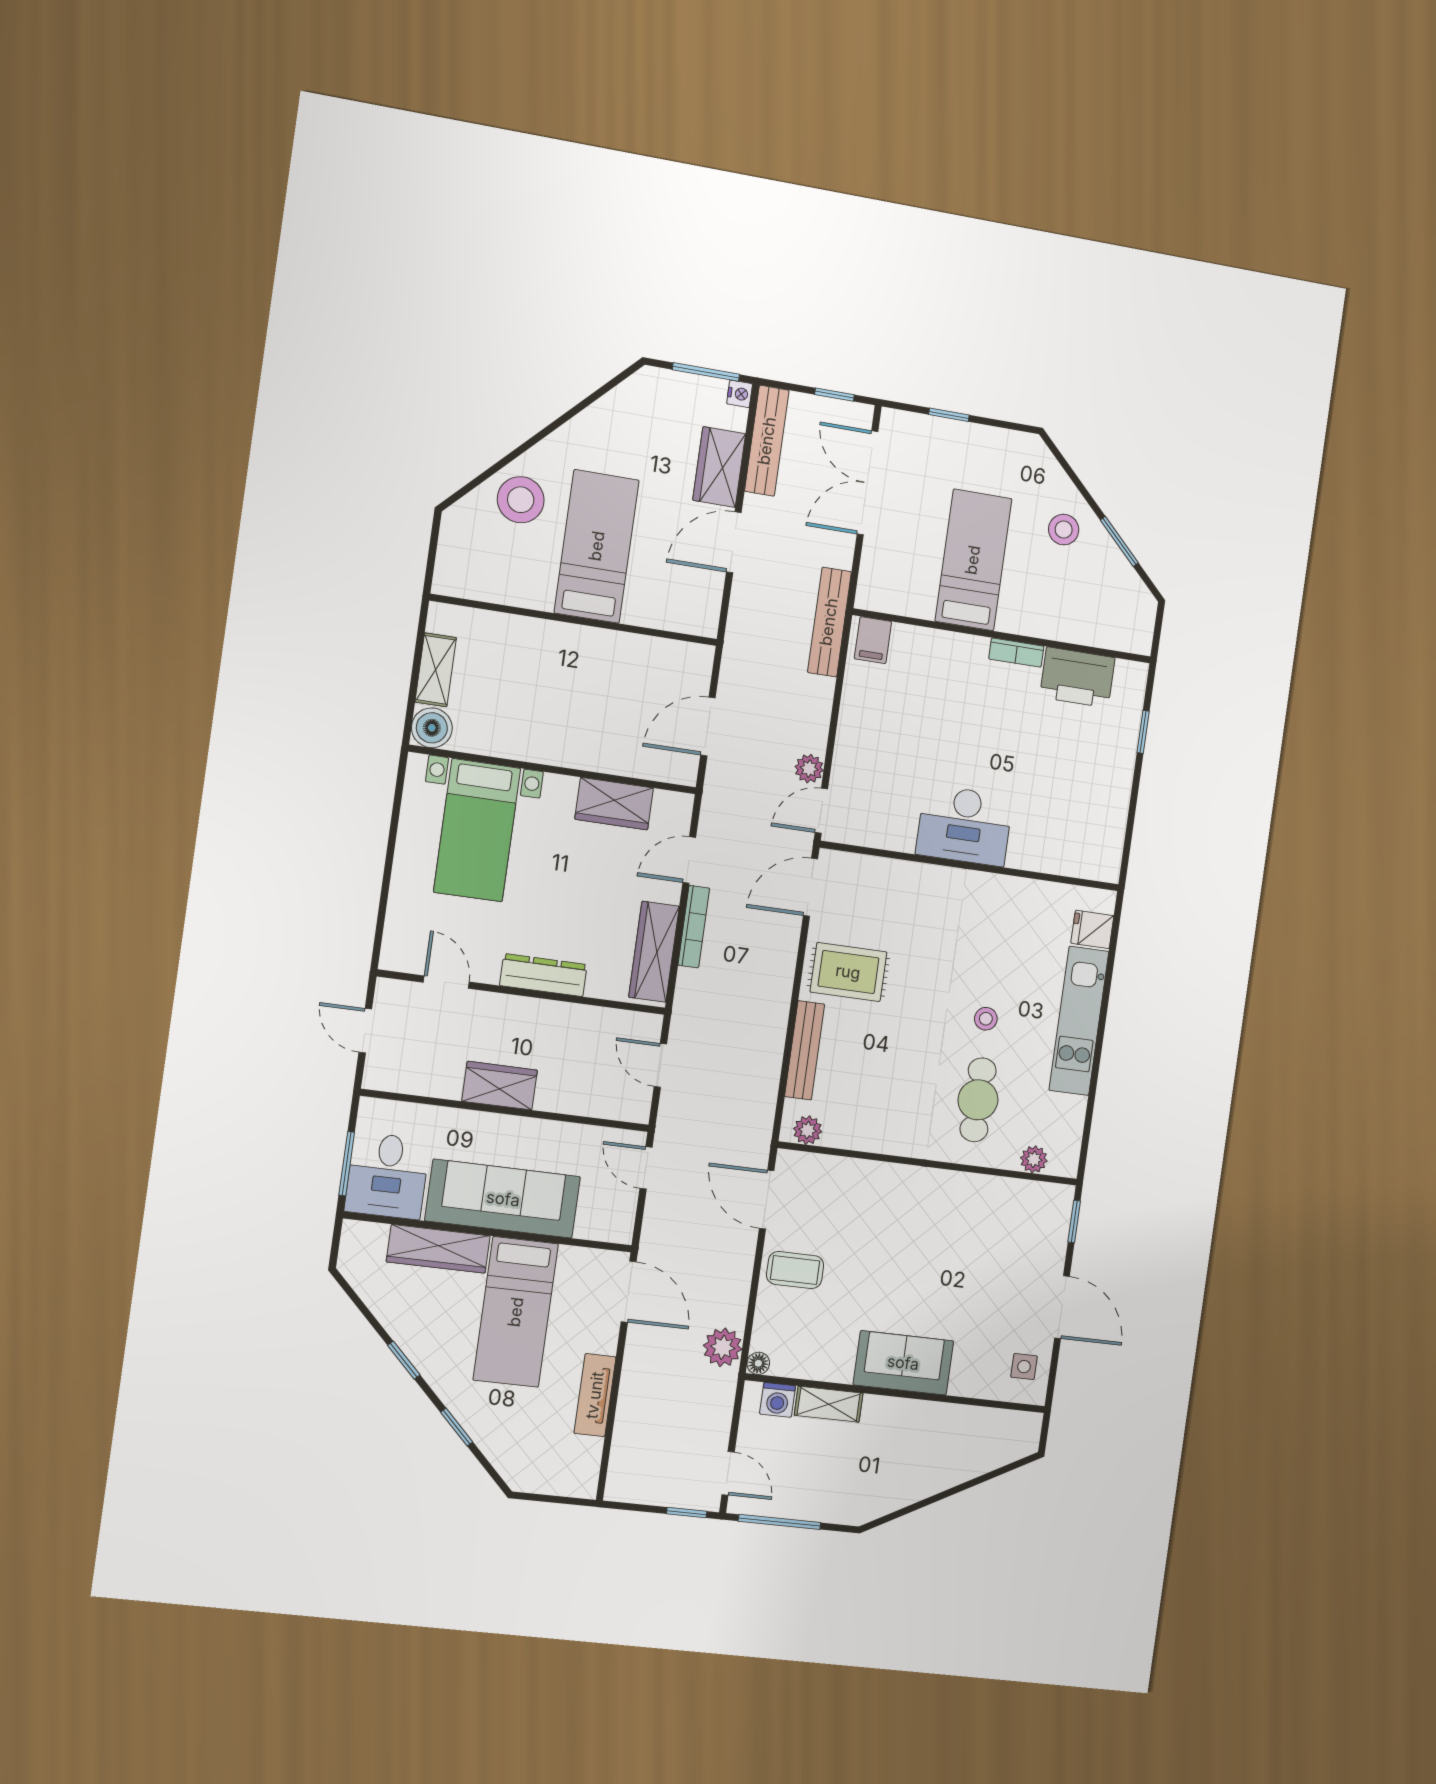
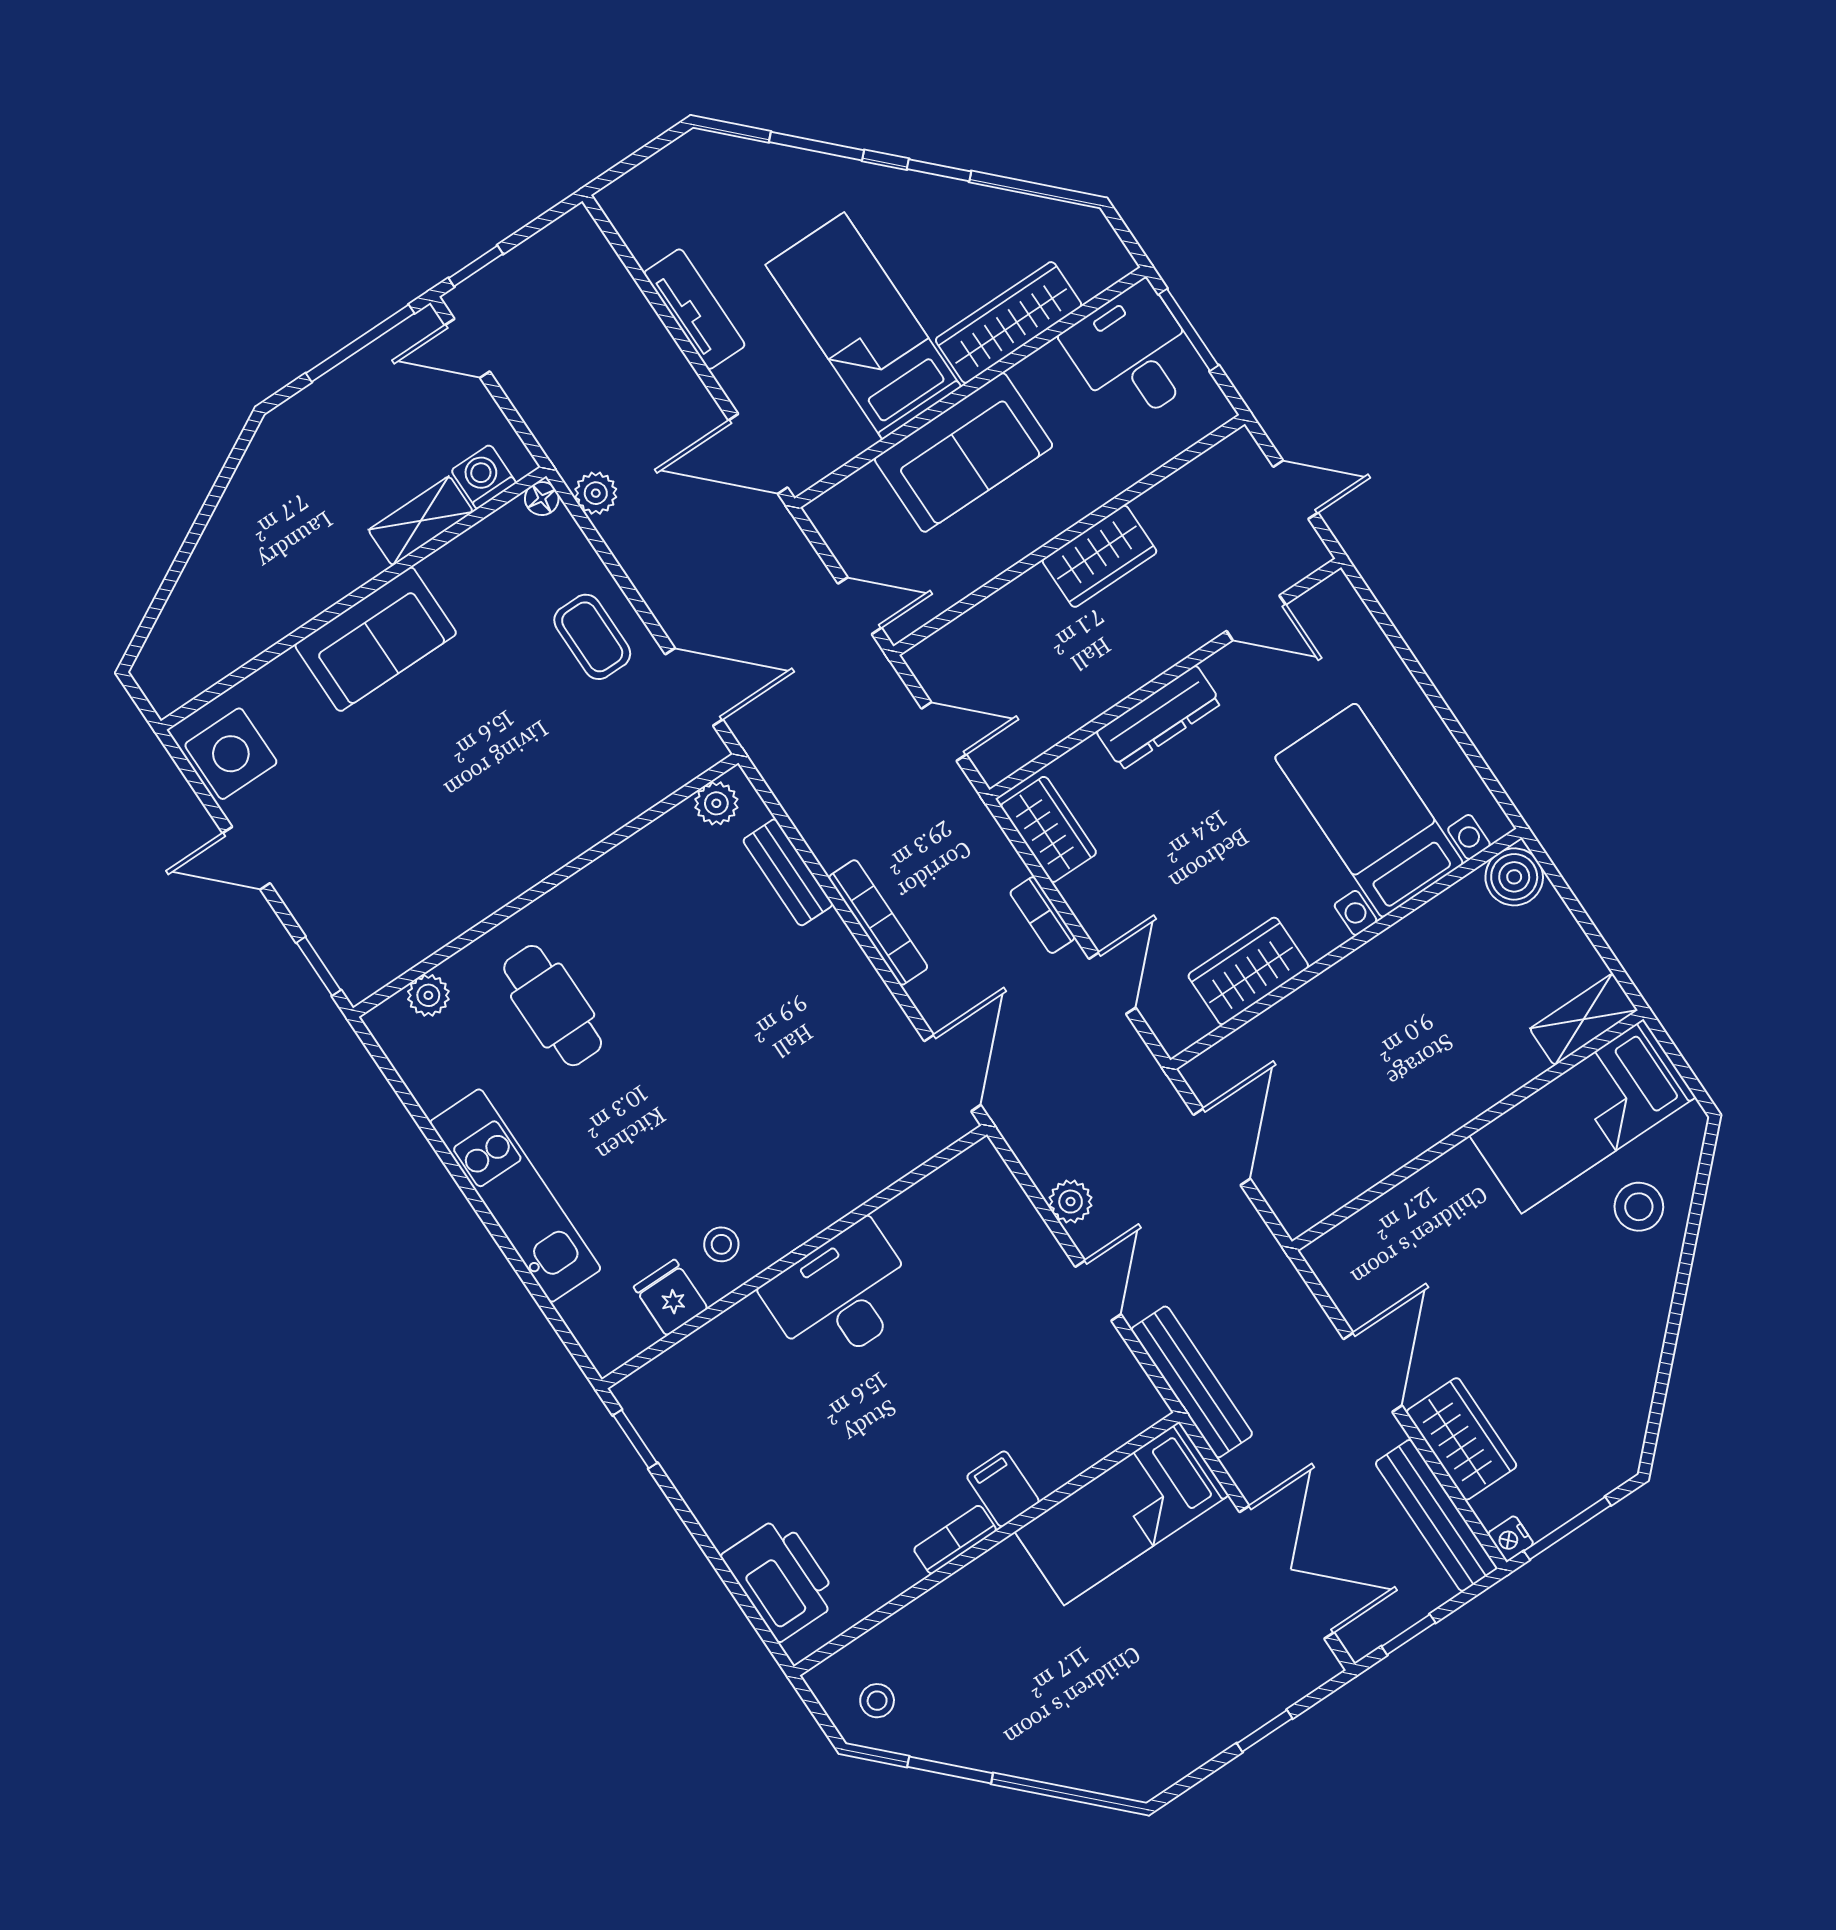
stool: (521, 500) -> (1639, 1207), width x0.73, depth x0.73
stool: (1064, 530) -> (877, 1701), moved, width x0.73, depth x0.73
bed: (597, 546) -> (1583, 1116), moved, turned 90
bed: (973, 560) -> (1122, 1513), moved, turned 90
filing cabinet: (873, 640) -> (1003, 1489), moved
shelving: (436, 670) -> (1584, 1019), moved, turned 90
printer: (1077, 677) -> (781, 1579), moved, turned 90
window: (1143, 732) -> (635, 1439), moved
door: (821, 811) -> (1098, 1291), moved
bookcase: (694, 927) -> (1042, 915), width x0.64
fridge: (1092, 929) -> (671, 1298), moved, turned -90
wardrobe: (654, 952) -> (1049, 829), width x0.67
rug: (848, 972) -> (827, 1018), removed
bookcase: (780, 997) -> (878, 922), added
stool: (986, 1019) -> (721, 1244), moved
bench: (805, 1050) -> (788, 872), width x0.73
sofa: (503, 1199) -> (964, 452), width x0.73
coffee table: (795, 1270) -> (592, 637), turned 90
door: (1062, 1307) -> (246, 858), width x0.73
plant: (723, 1347) -> (596, 493), width x0.73, depth x0.73
side table: (1024, 1367) -> (231, 754), width x1.87, depth x1.87
window: (457, 1427) -> (816, 146), width x1.50

